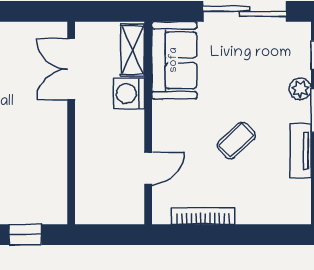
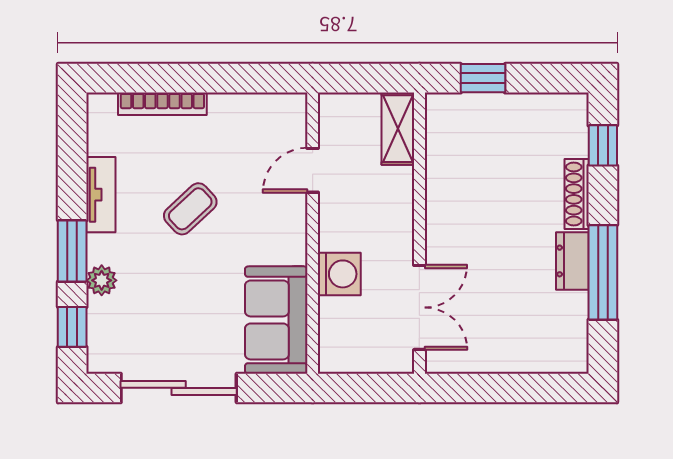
shelving: (133, 50) -> (398, 129), moved
bookcase: (203, 216) -> (162, 104), moved

